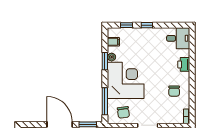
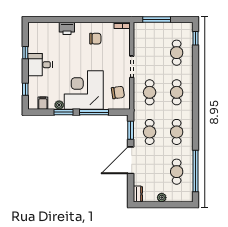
window: (147, 25) -> (25, 53), moved
desk: (178, 38) -> (40, 65), moved, turned -90
window: (105, 101) -> (94, 112), moved

